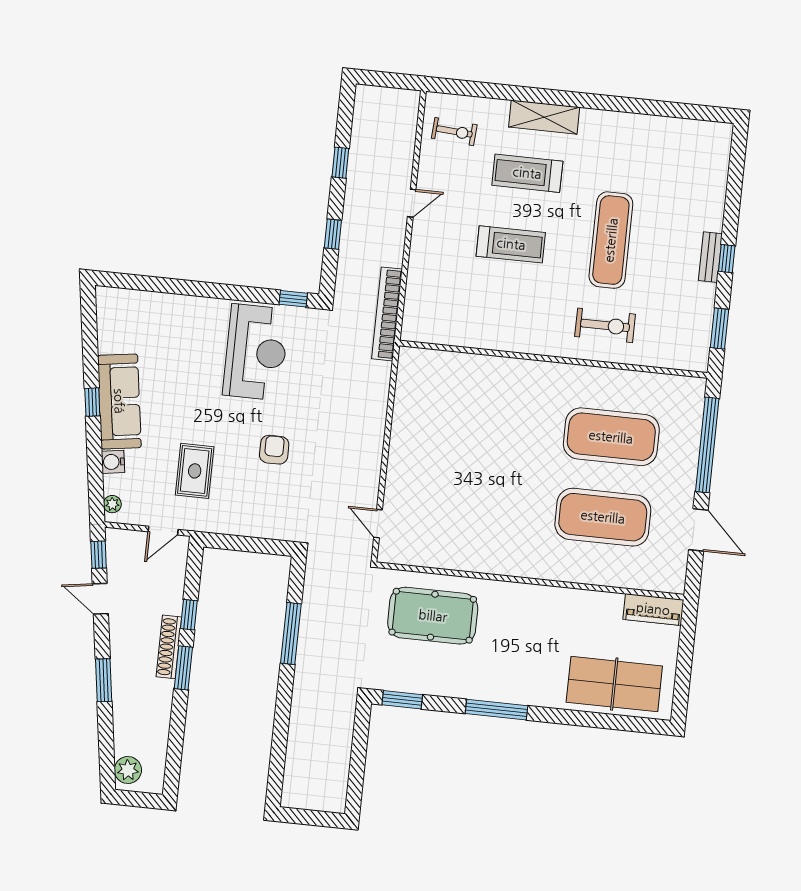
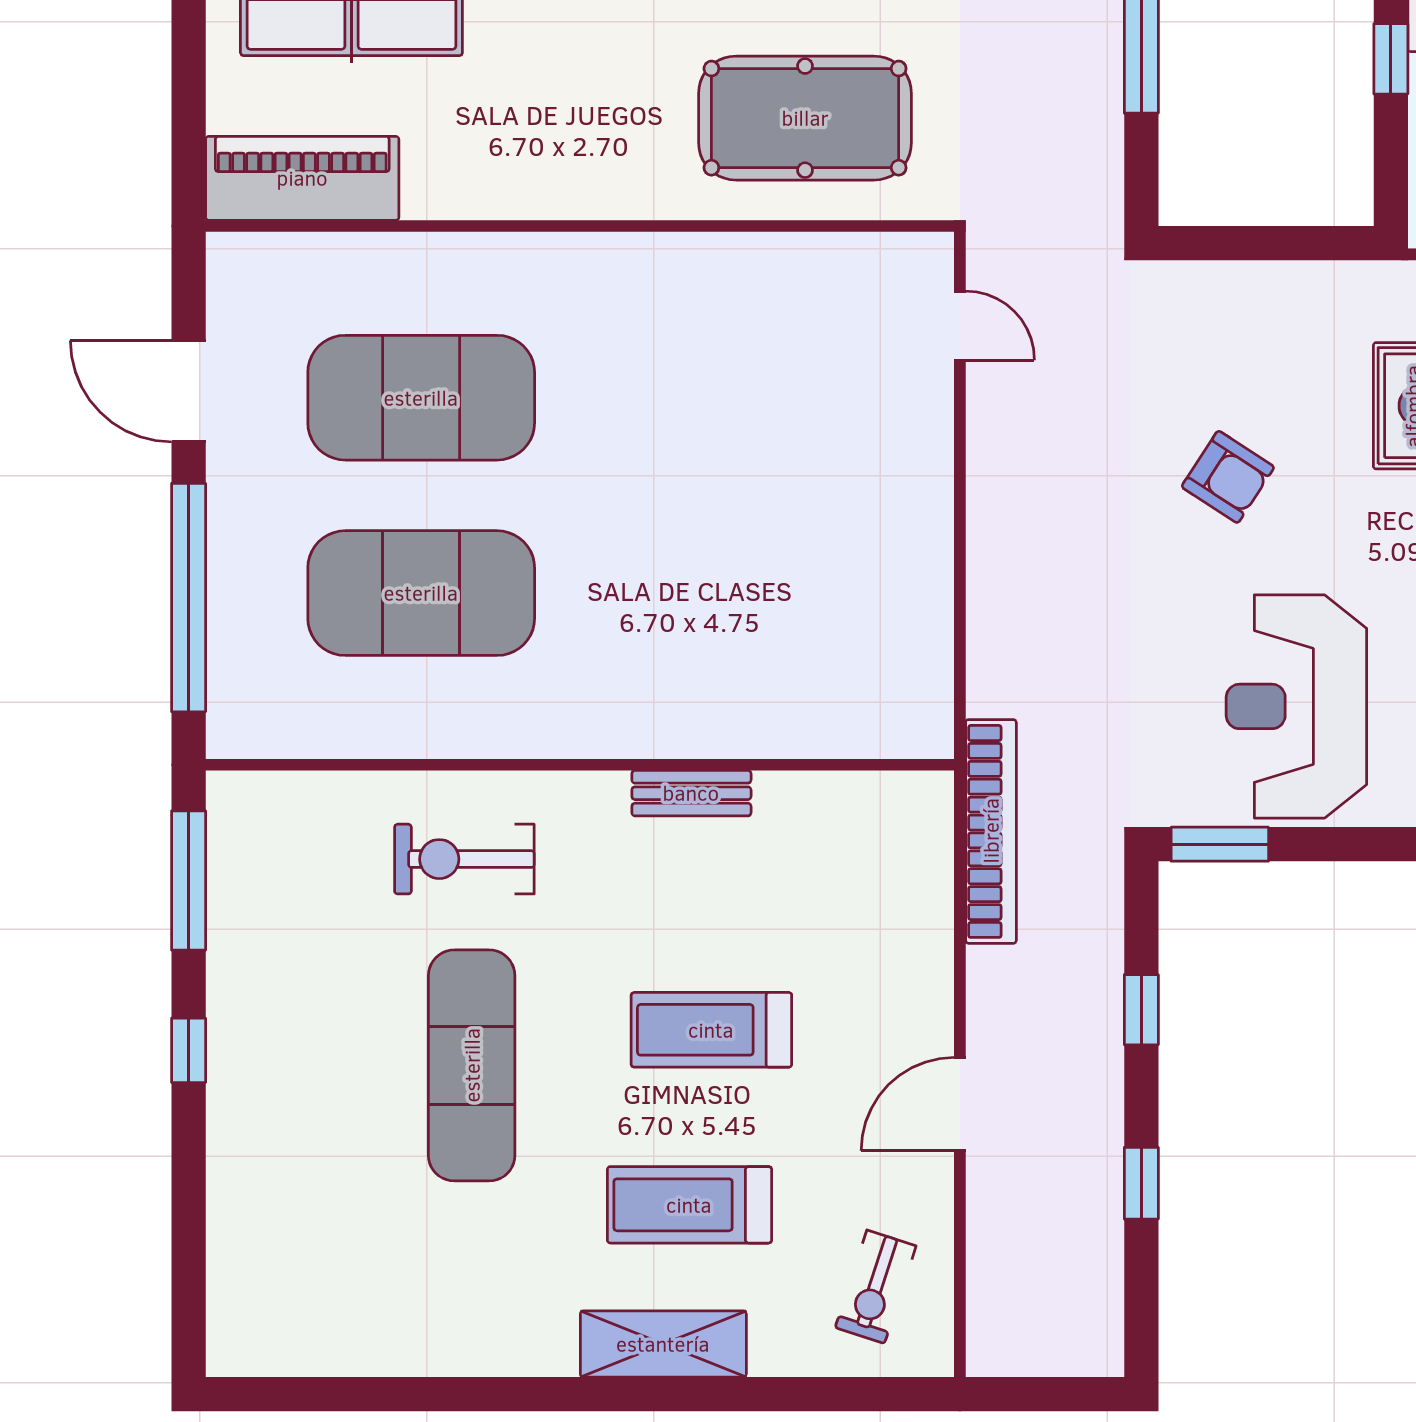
exercise bike: (454, 131) -> (876, 1287), turned -76
treadmill: (527, 173) -> (689, 1205), turned 180
door: (412, 203) -> (960, 1104), width x1.38
bench: (710, 257) -> (691, 793), moved, turned 90
window: (293, 299) -> (1220, 844), width x1.50
window: (719, 328) -> (189, 881), width x1.44
armchair: (274, 450) -> (1228, 477), turned -57
piano: (653, 609) -> (302, 178), width x1.37, depth x1.33

